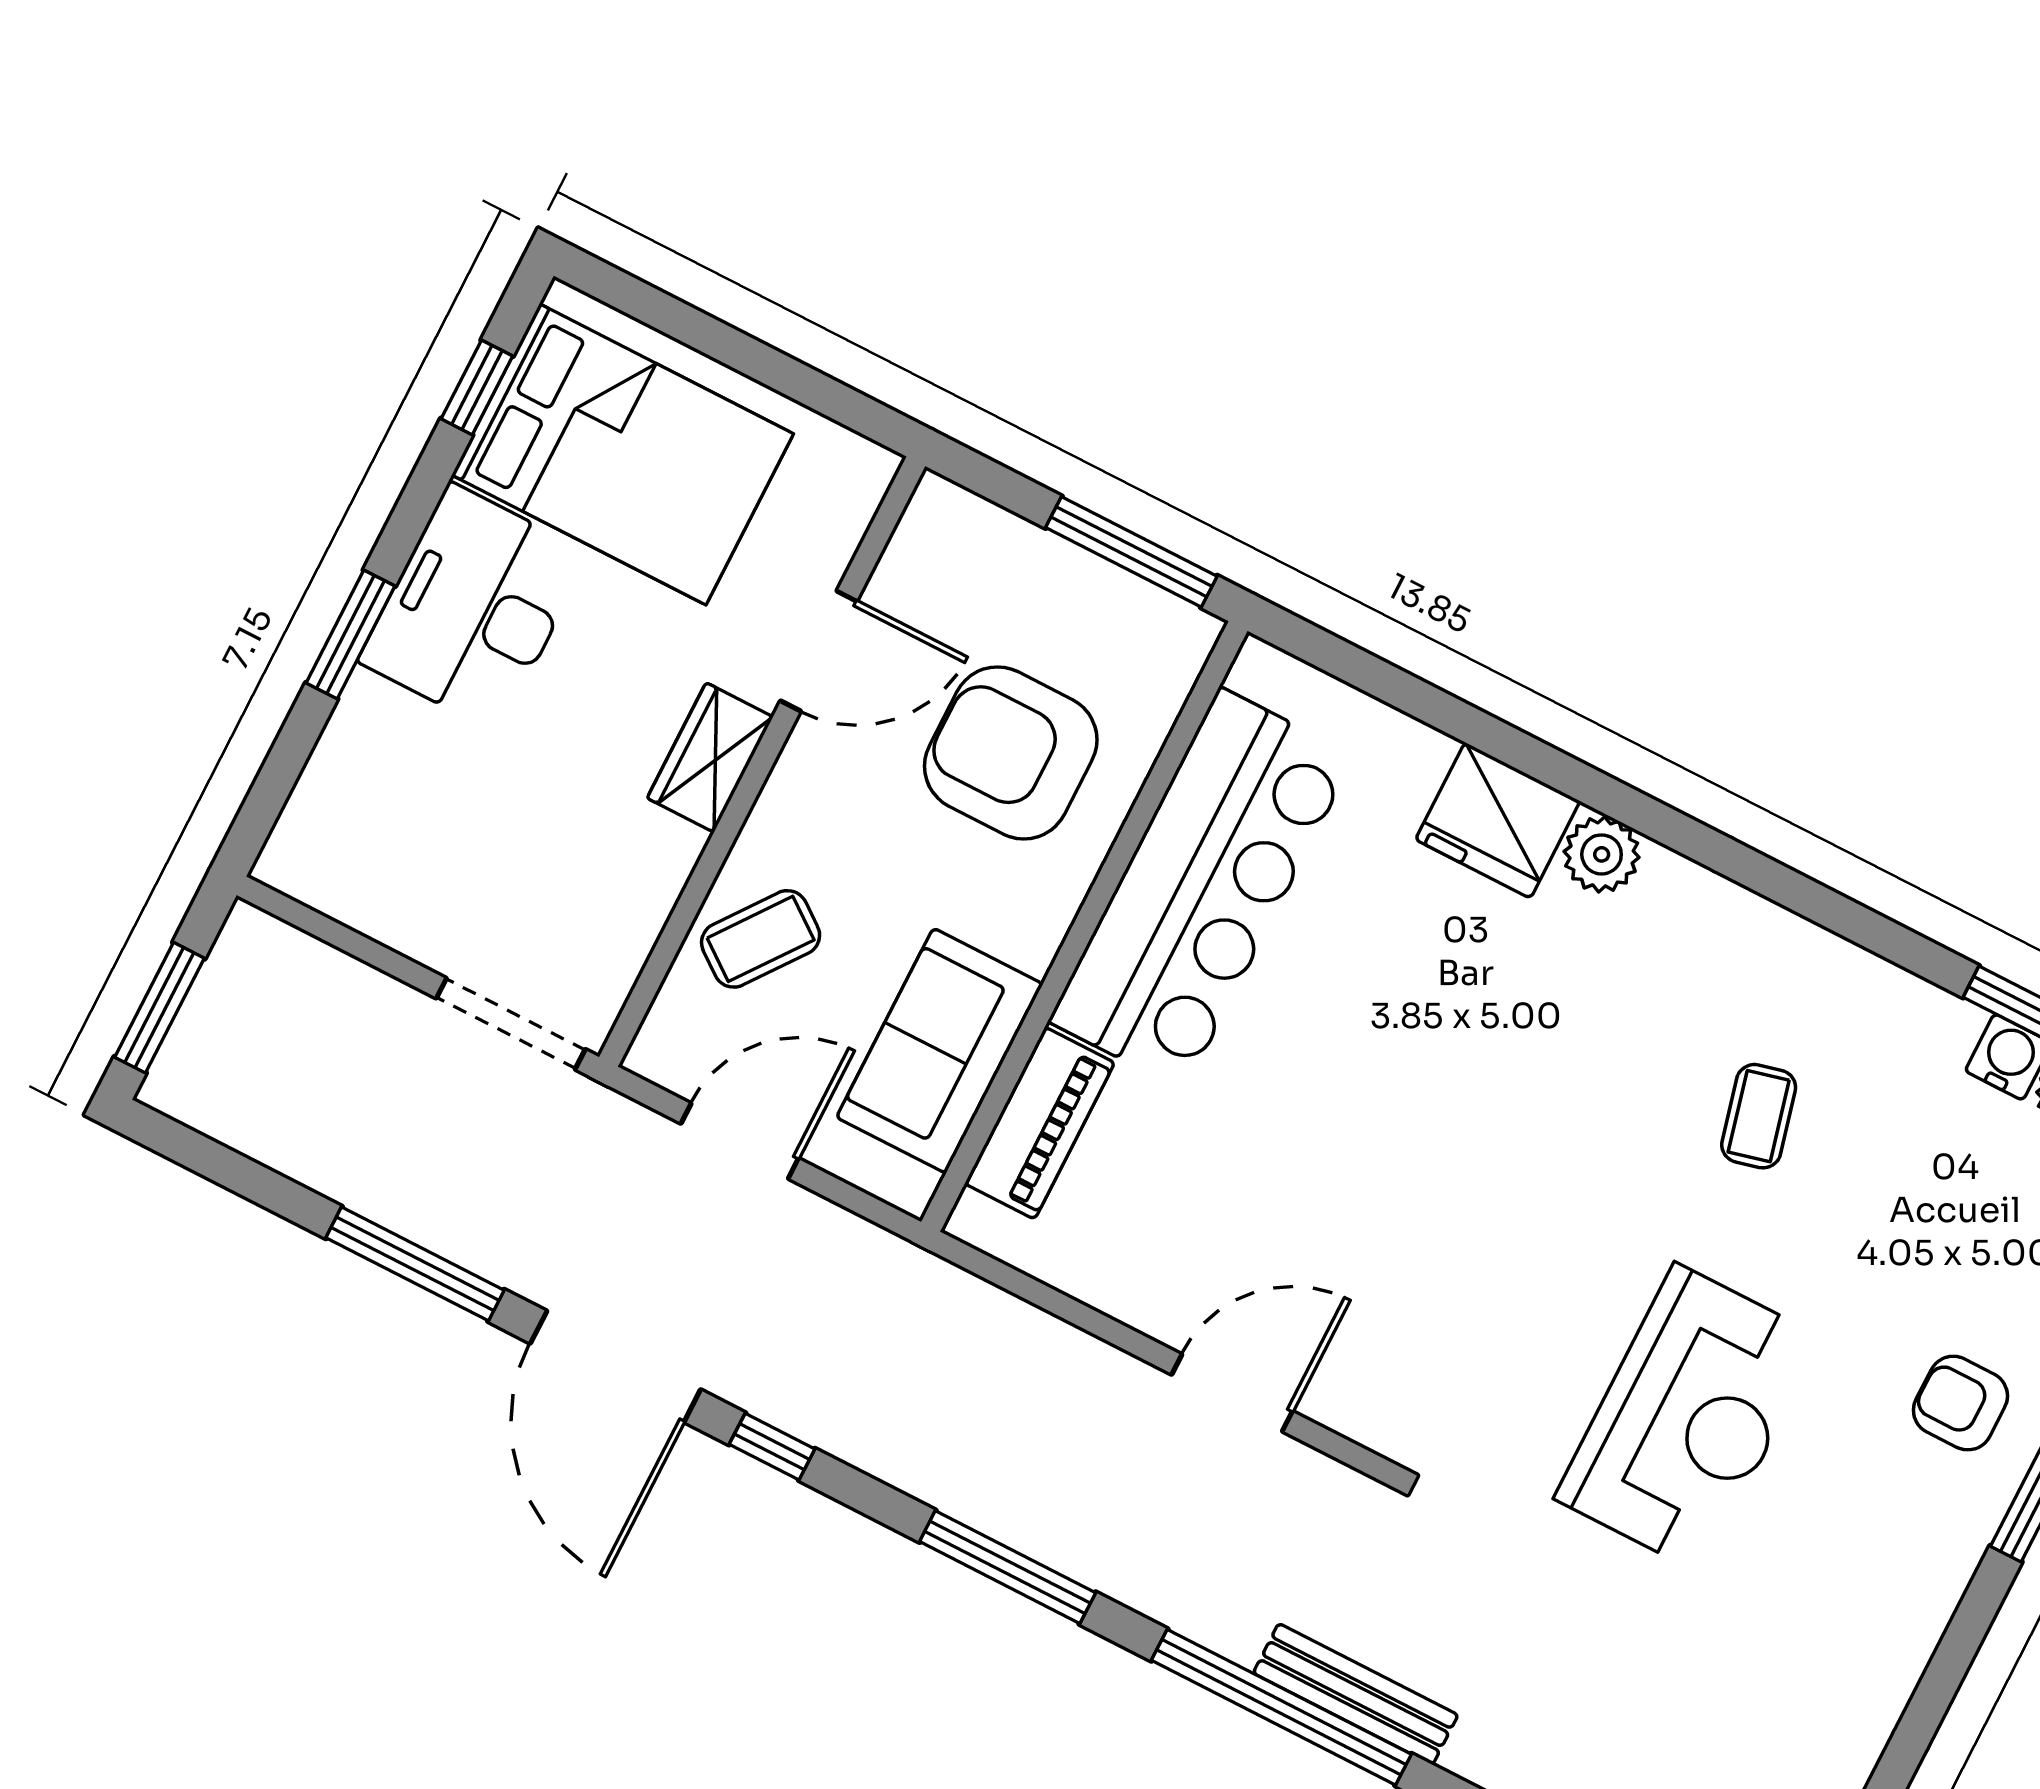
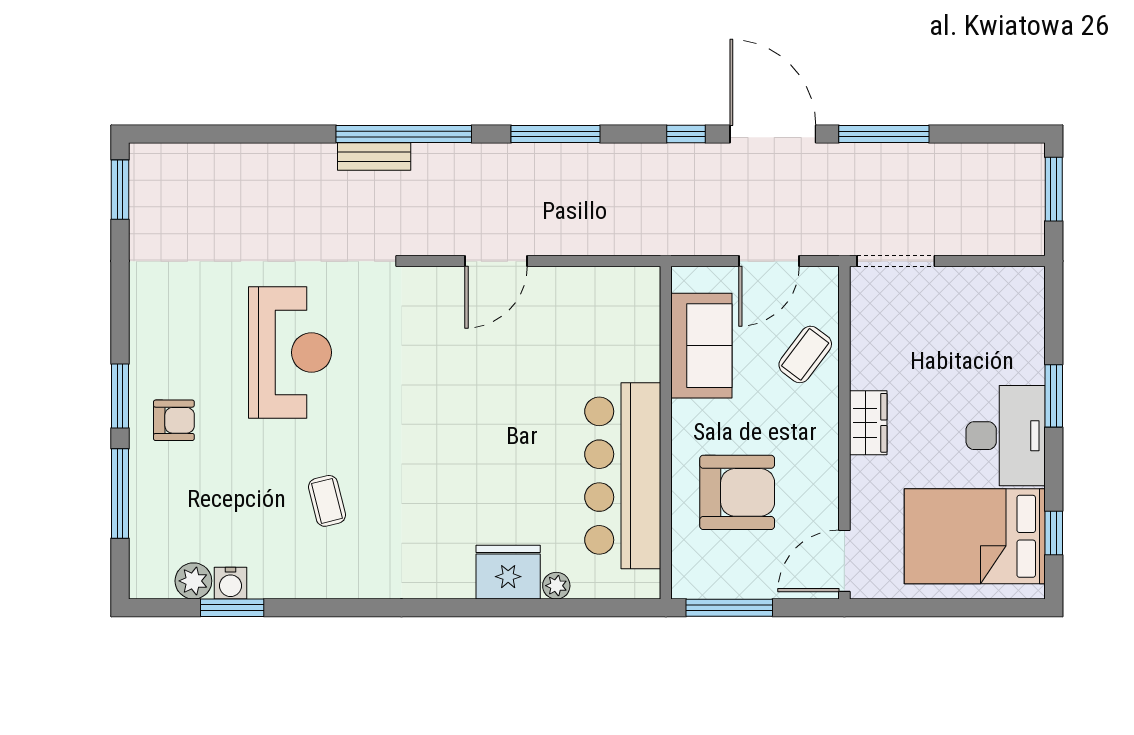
door: (819, 651) -> (844, 561), moved
plant: (1602, 854) -> (556, 586), moved, width x0.73, depth x0.73
piano: (1040, 1123) -> (641, 336), removed
reception desk: (1688, 1418) -> (290, 352), turned 180
bench: (1356, 1694) -> (374, 157), width x0.73

